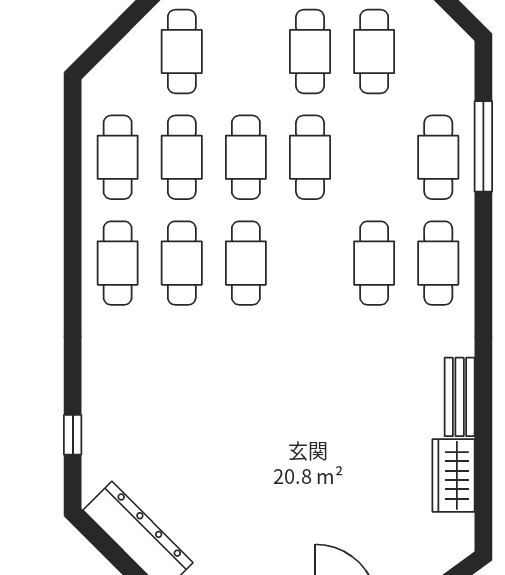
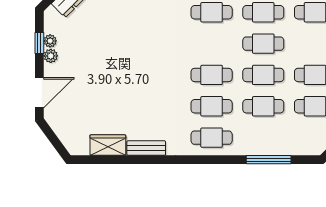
cafe table: (438, 157) -> (263, 106), moved
cafe table: (246, 263) -> (212, 75), moved

